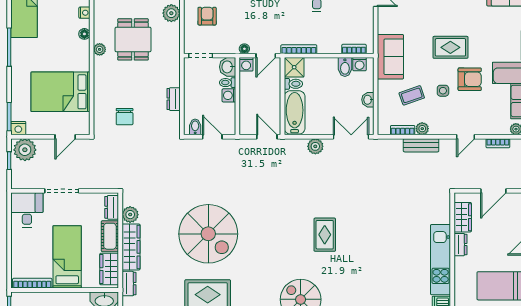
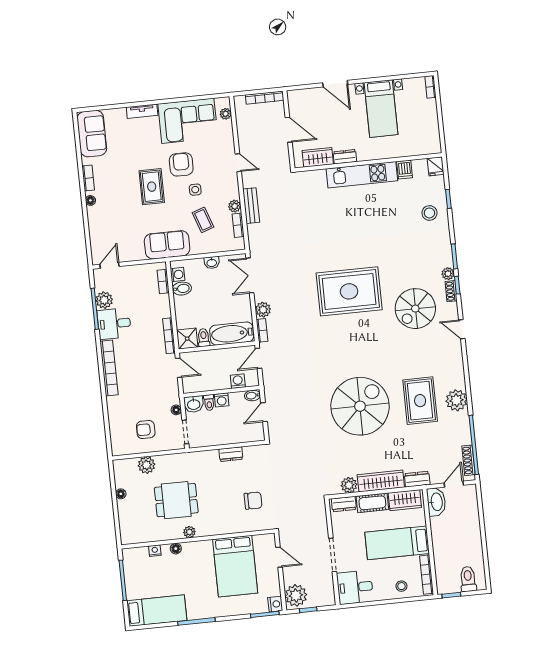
floor lamp: (244, 49) -> (176, 410), moved
washing machine: (246, 64) -> (238, 381), moved, turned -90
bidet: (195, 127) -> (253, 395), moved
bookcase: (498, 143) -> (262, 330), moved
rug: (325, 235) -> (349, 291), width x1.86, depth x2.06
stool: (23, 257) -> (401, 586), added

